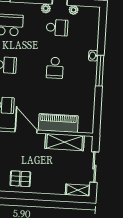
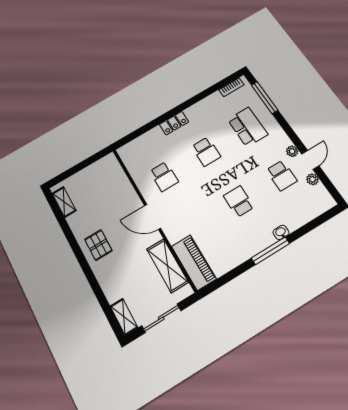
school desk: (55, 68) -> (239, 201), turned 90
piano: (58, 123) -> (194, 262), moved
door: (26, 131) -> (153, 217), swing flipped

